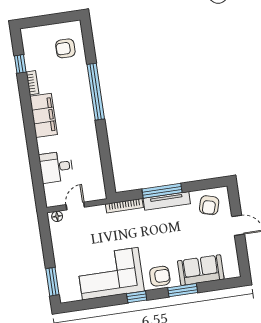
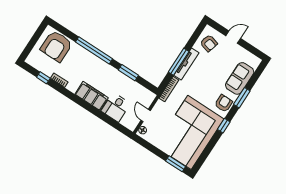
armchair: (65, 48) -> (56, 46), width x1.88, depth x1.88
filing cabinet: (43, 115) -> (92, 96), moved
window: (104, 148) -> (128, 73), added
corner sofa: (110, 274) -> (190, 132), width x1.36, depth x1.36

